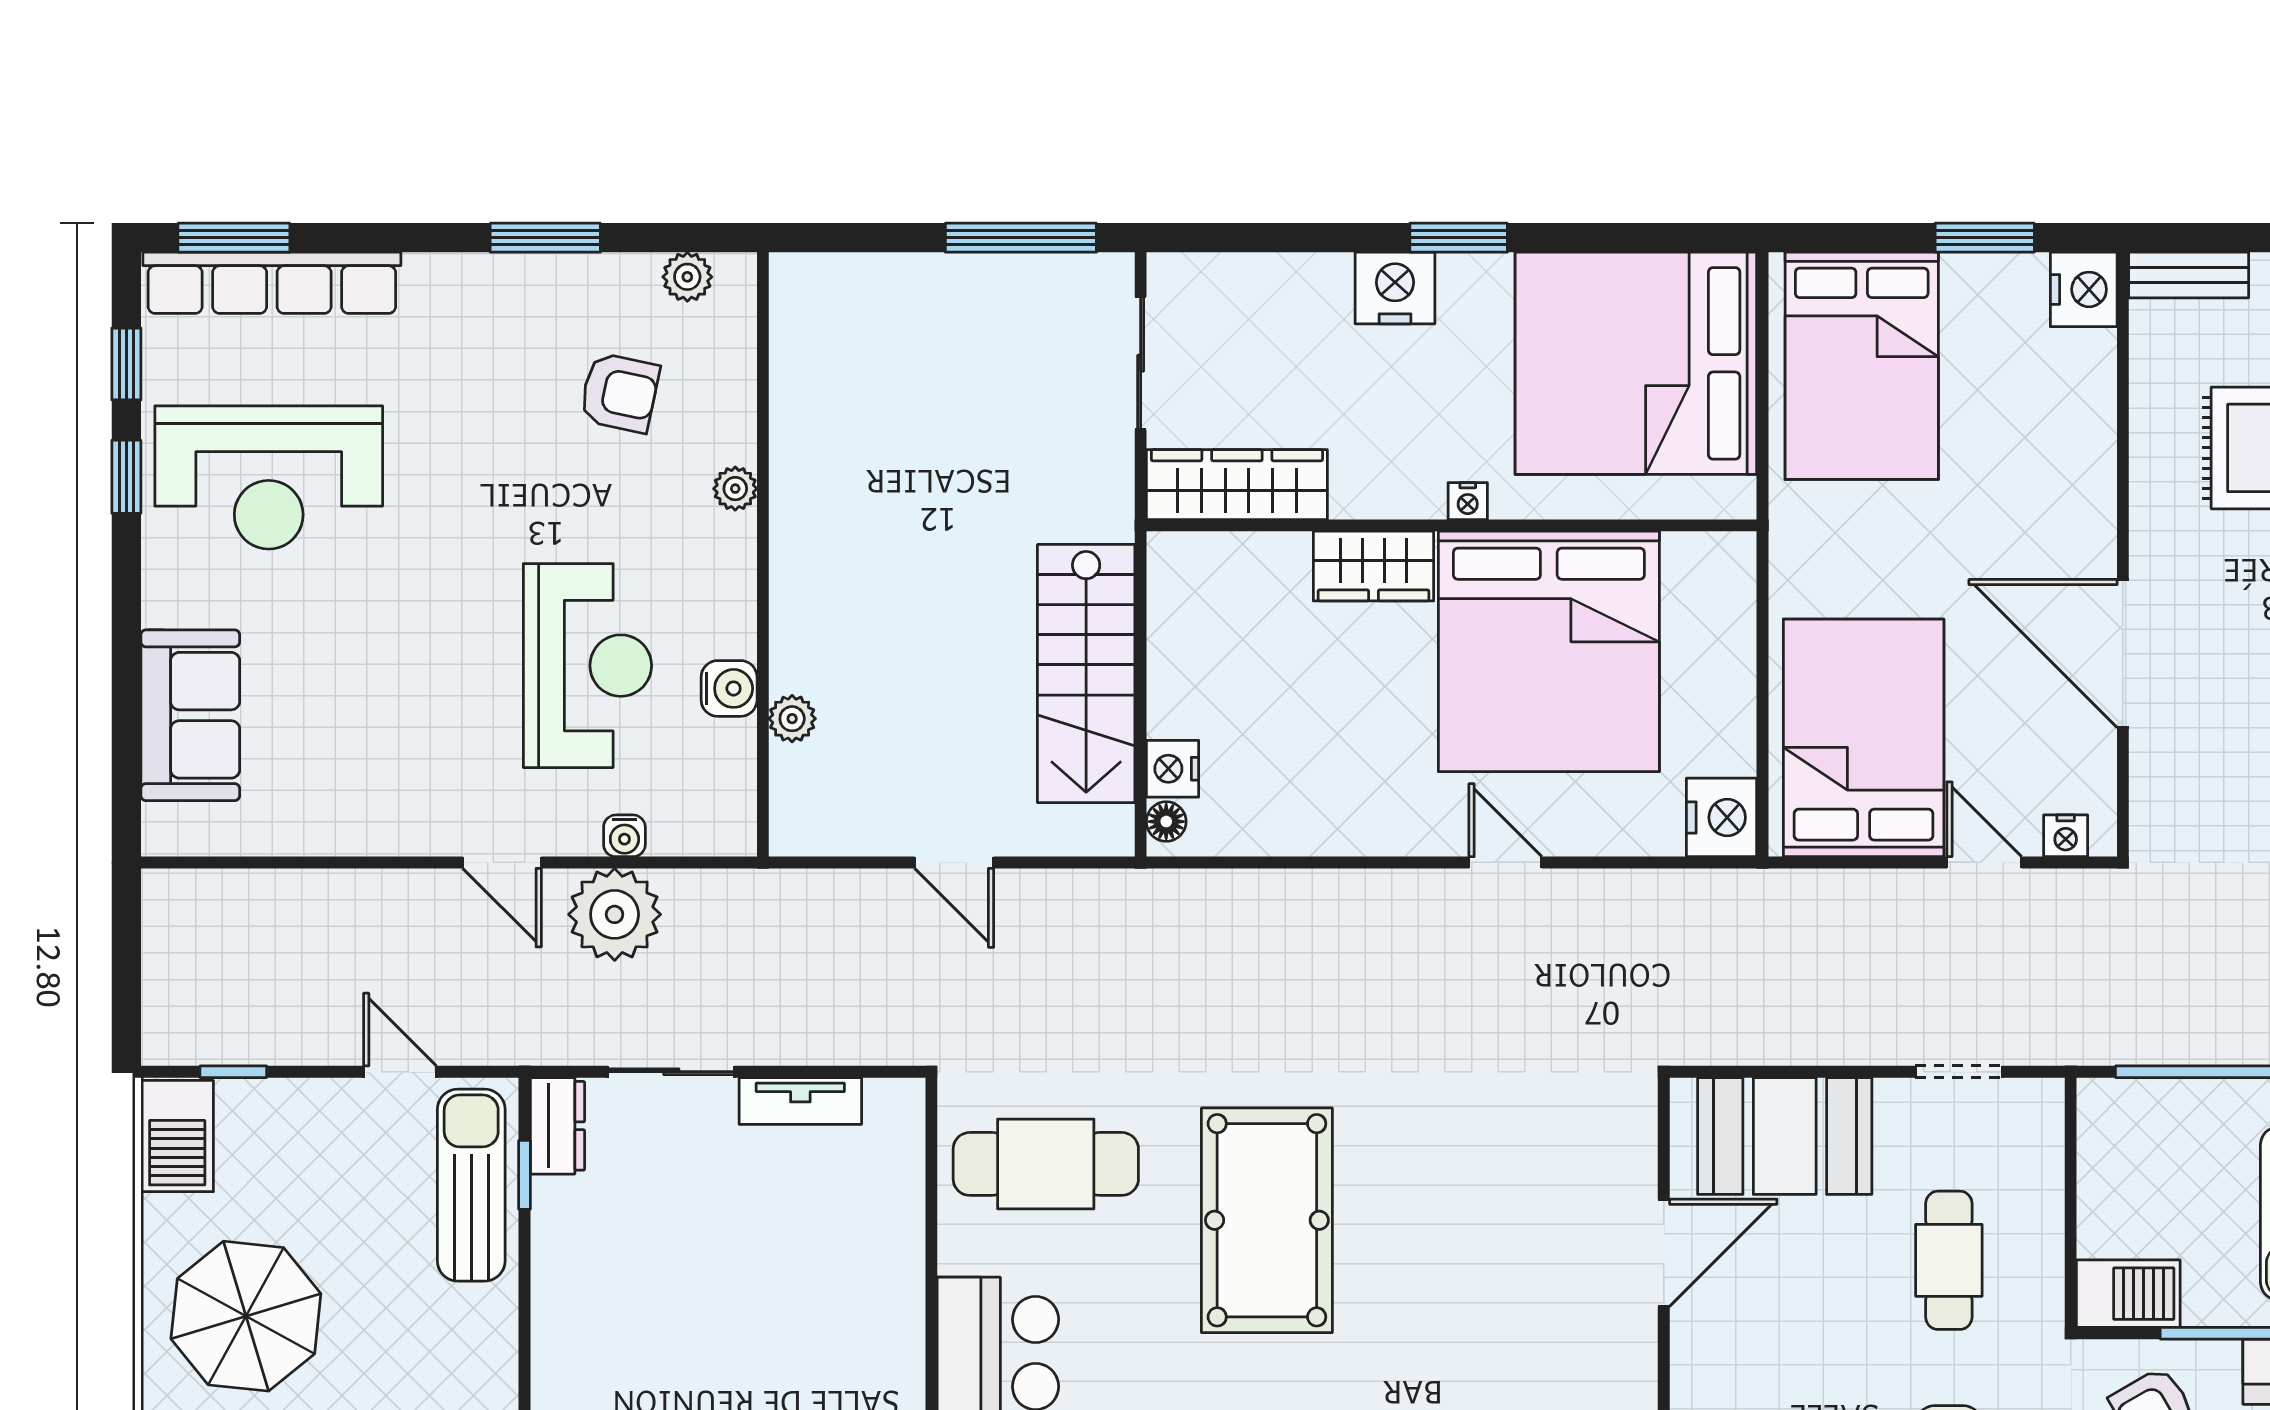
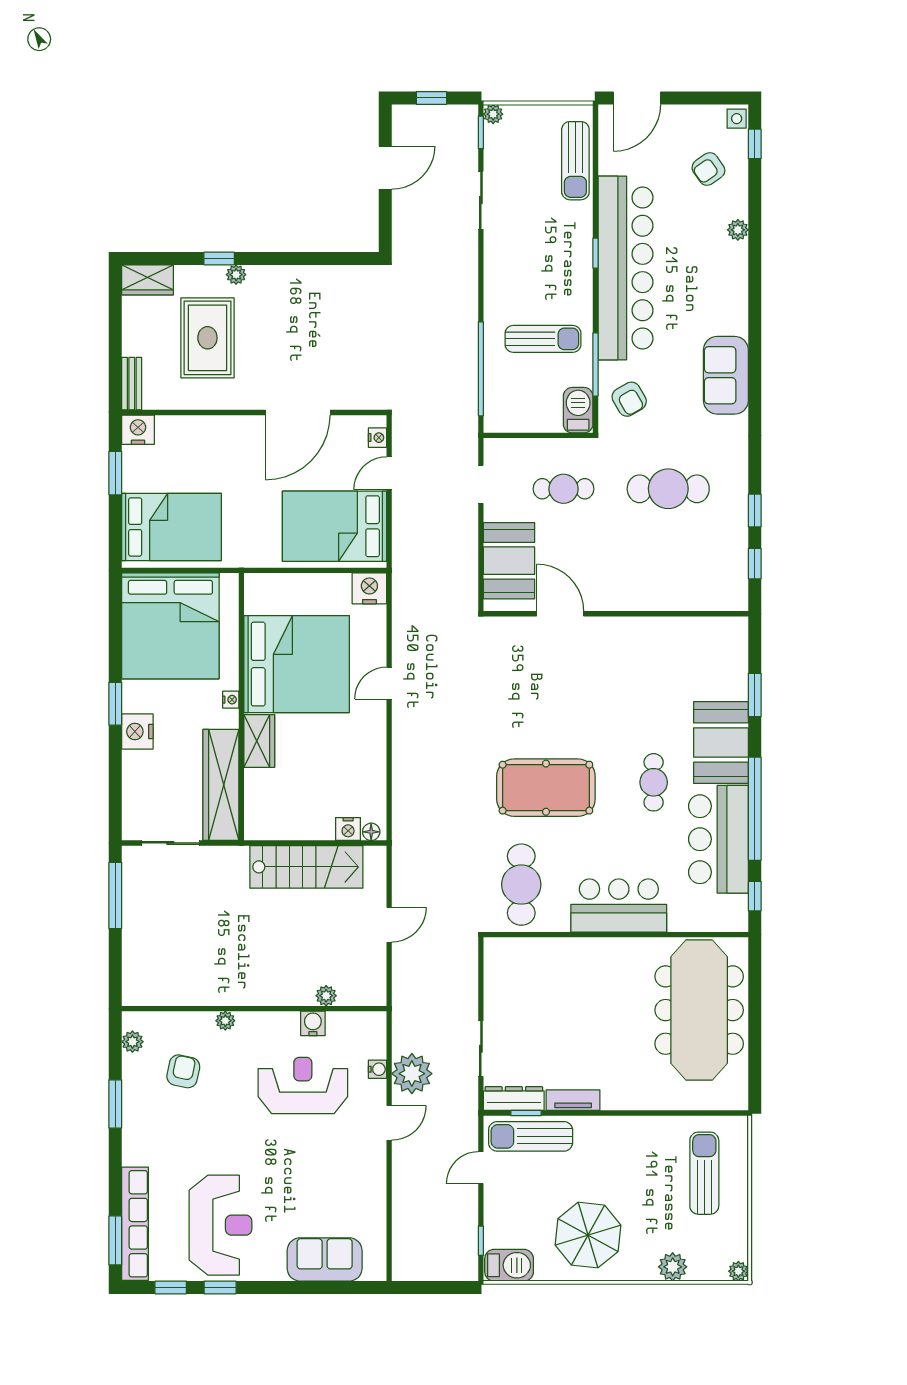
wardrobe: (1237, 485) -> (221, 785), width x1.40, depth x1.17
tv unit: (800, 1101) -> (573, 1100), moved, turned -90
dresser: (557, 1126) -> (514, 1099), width x1.44

